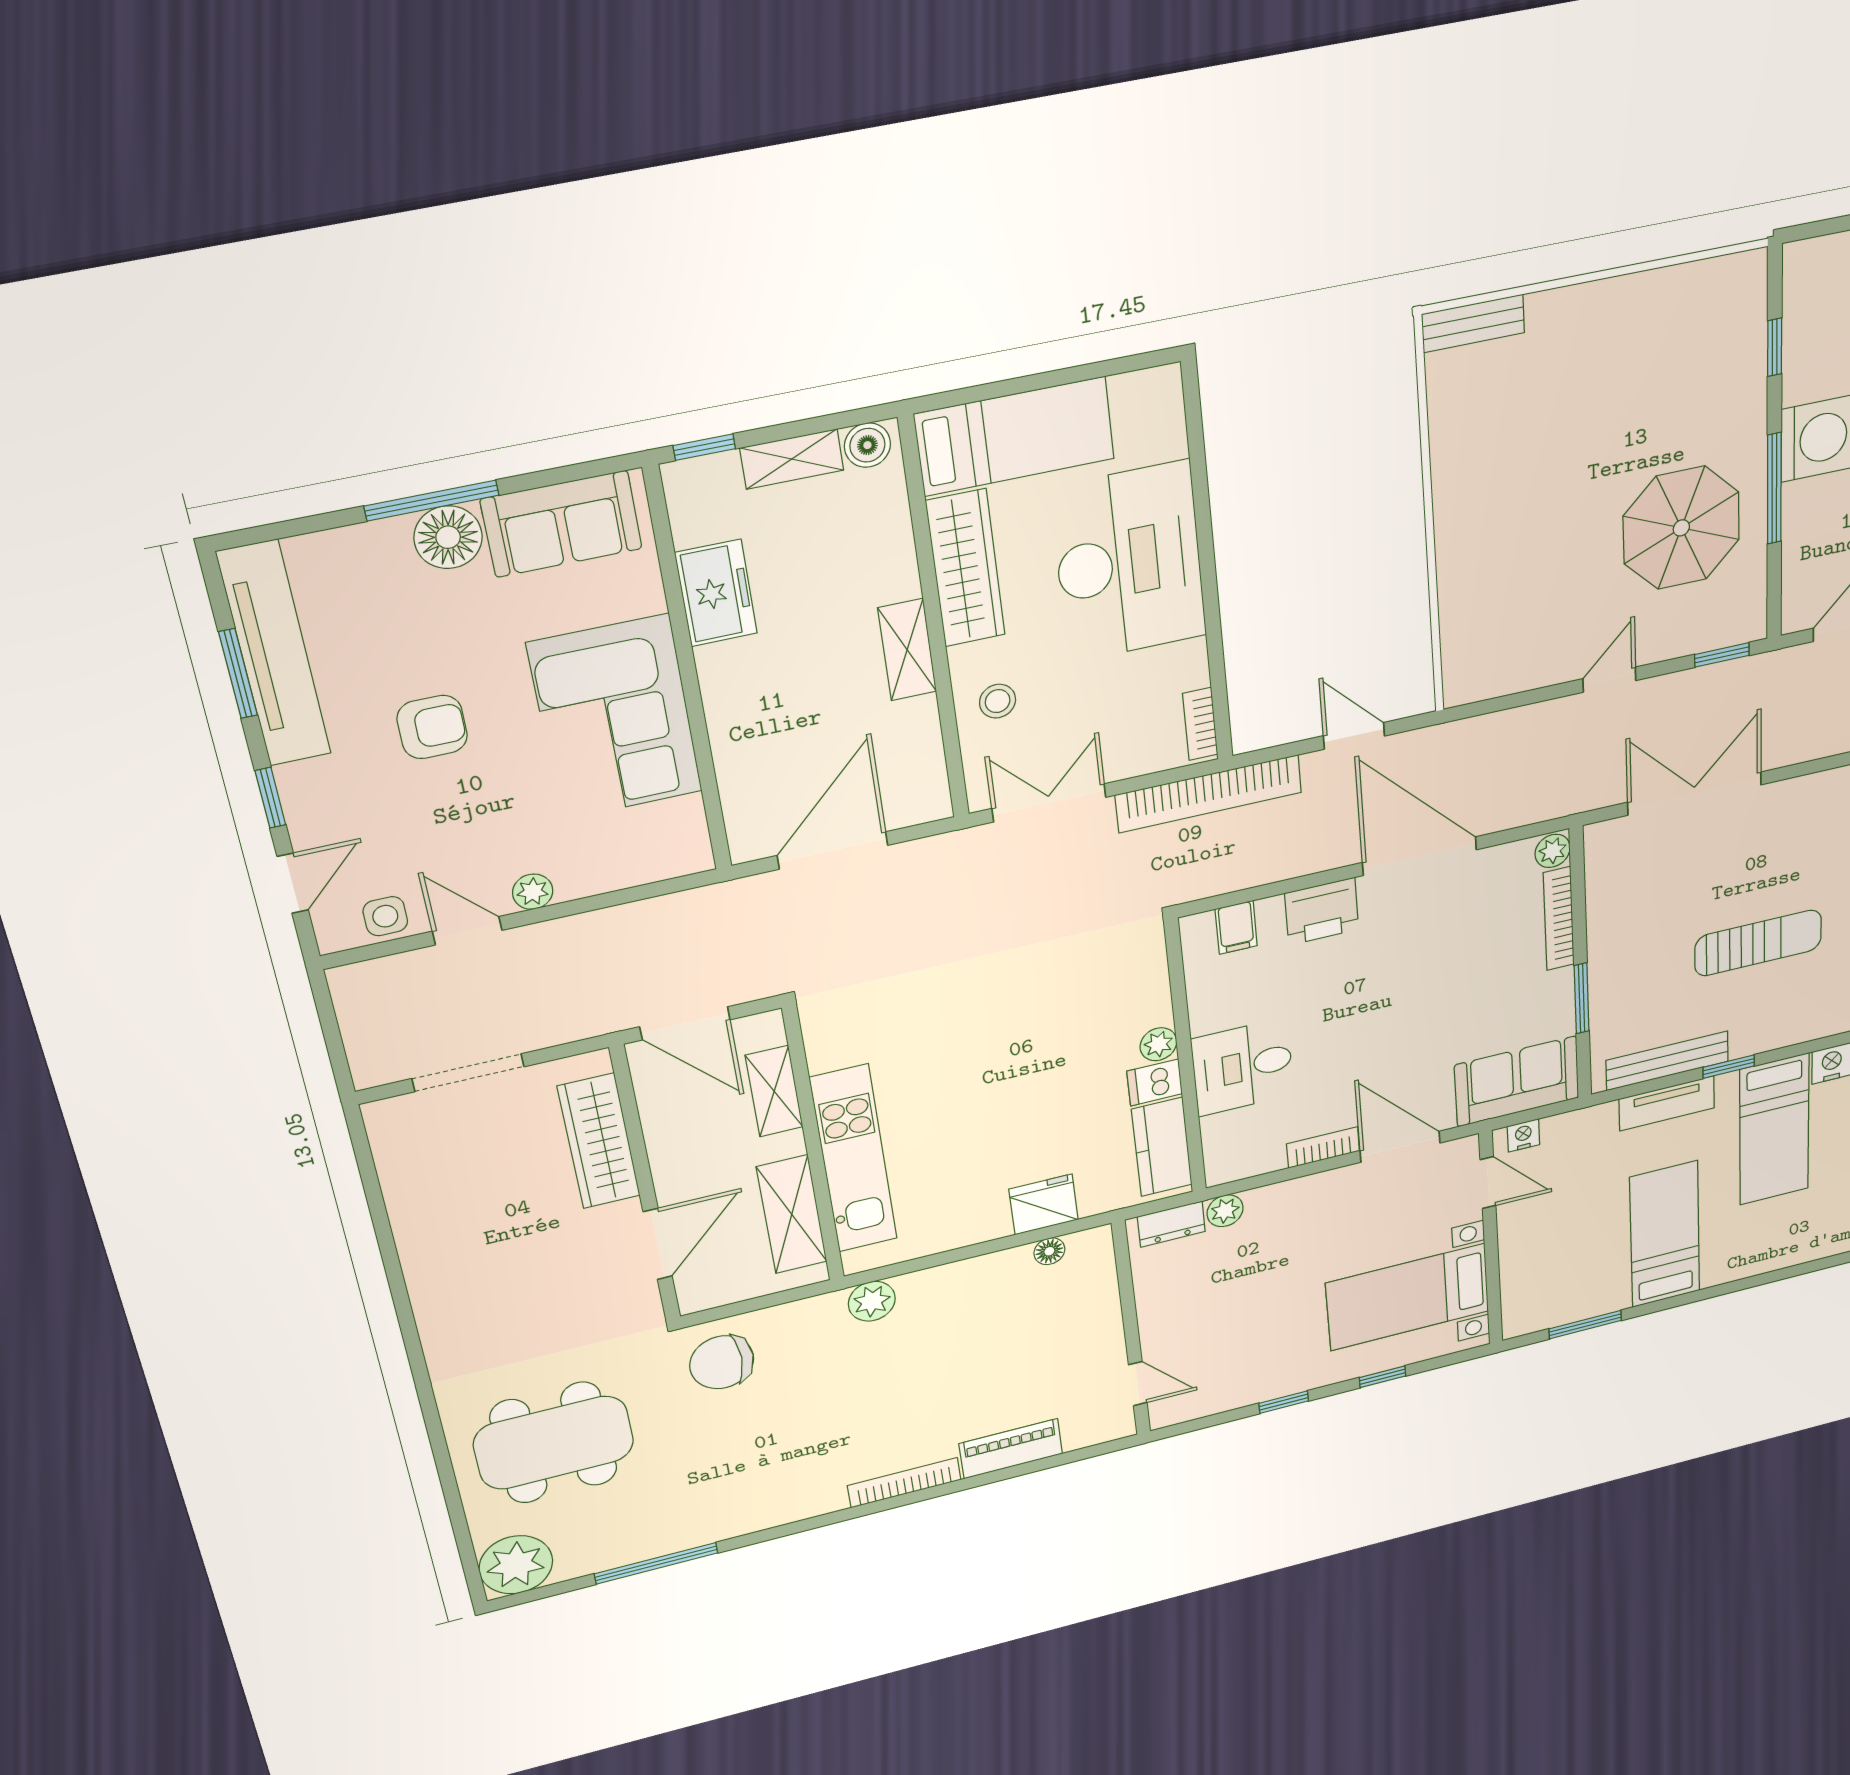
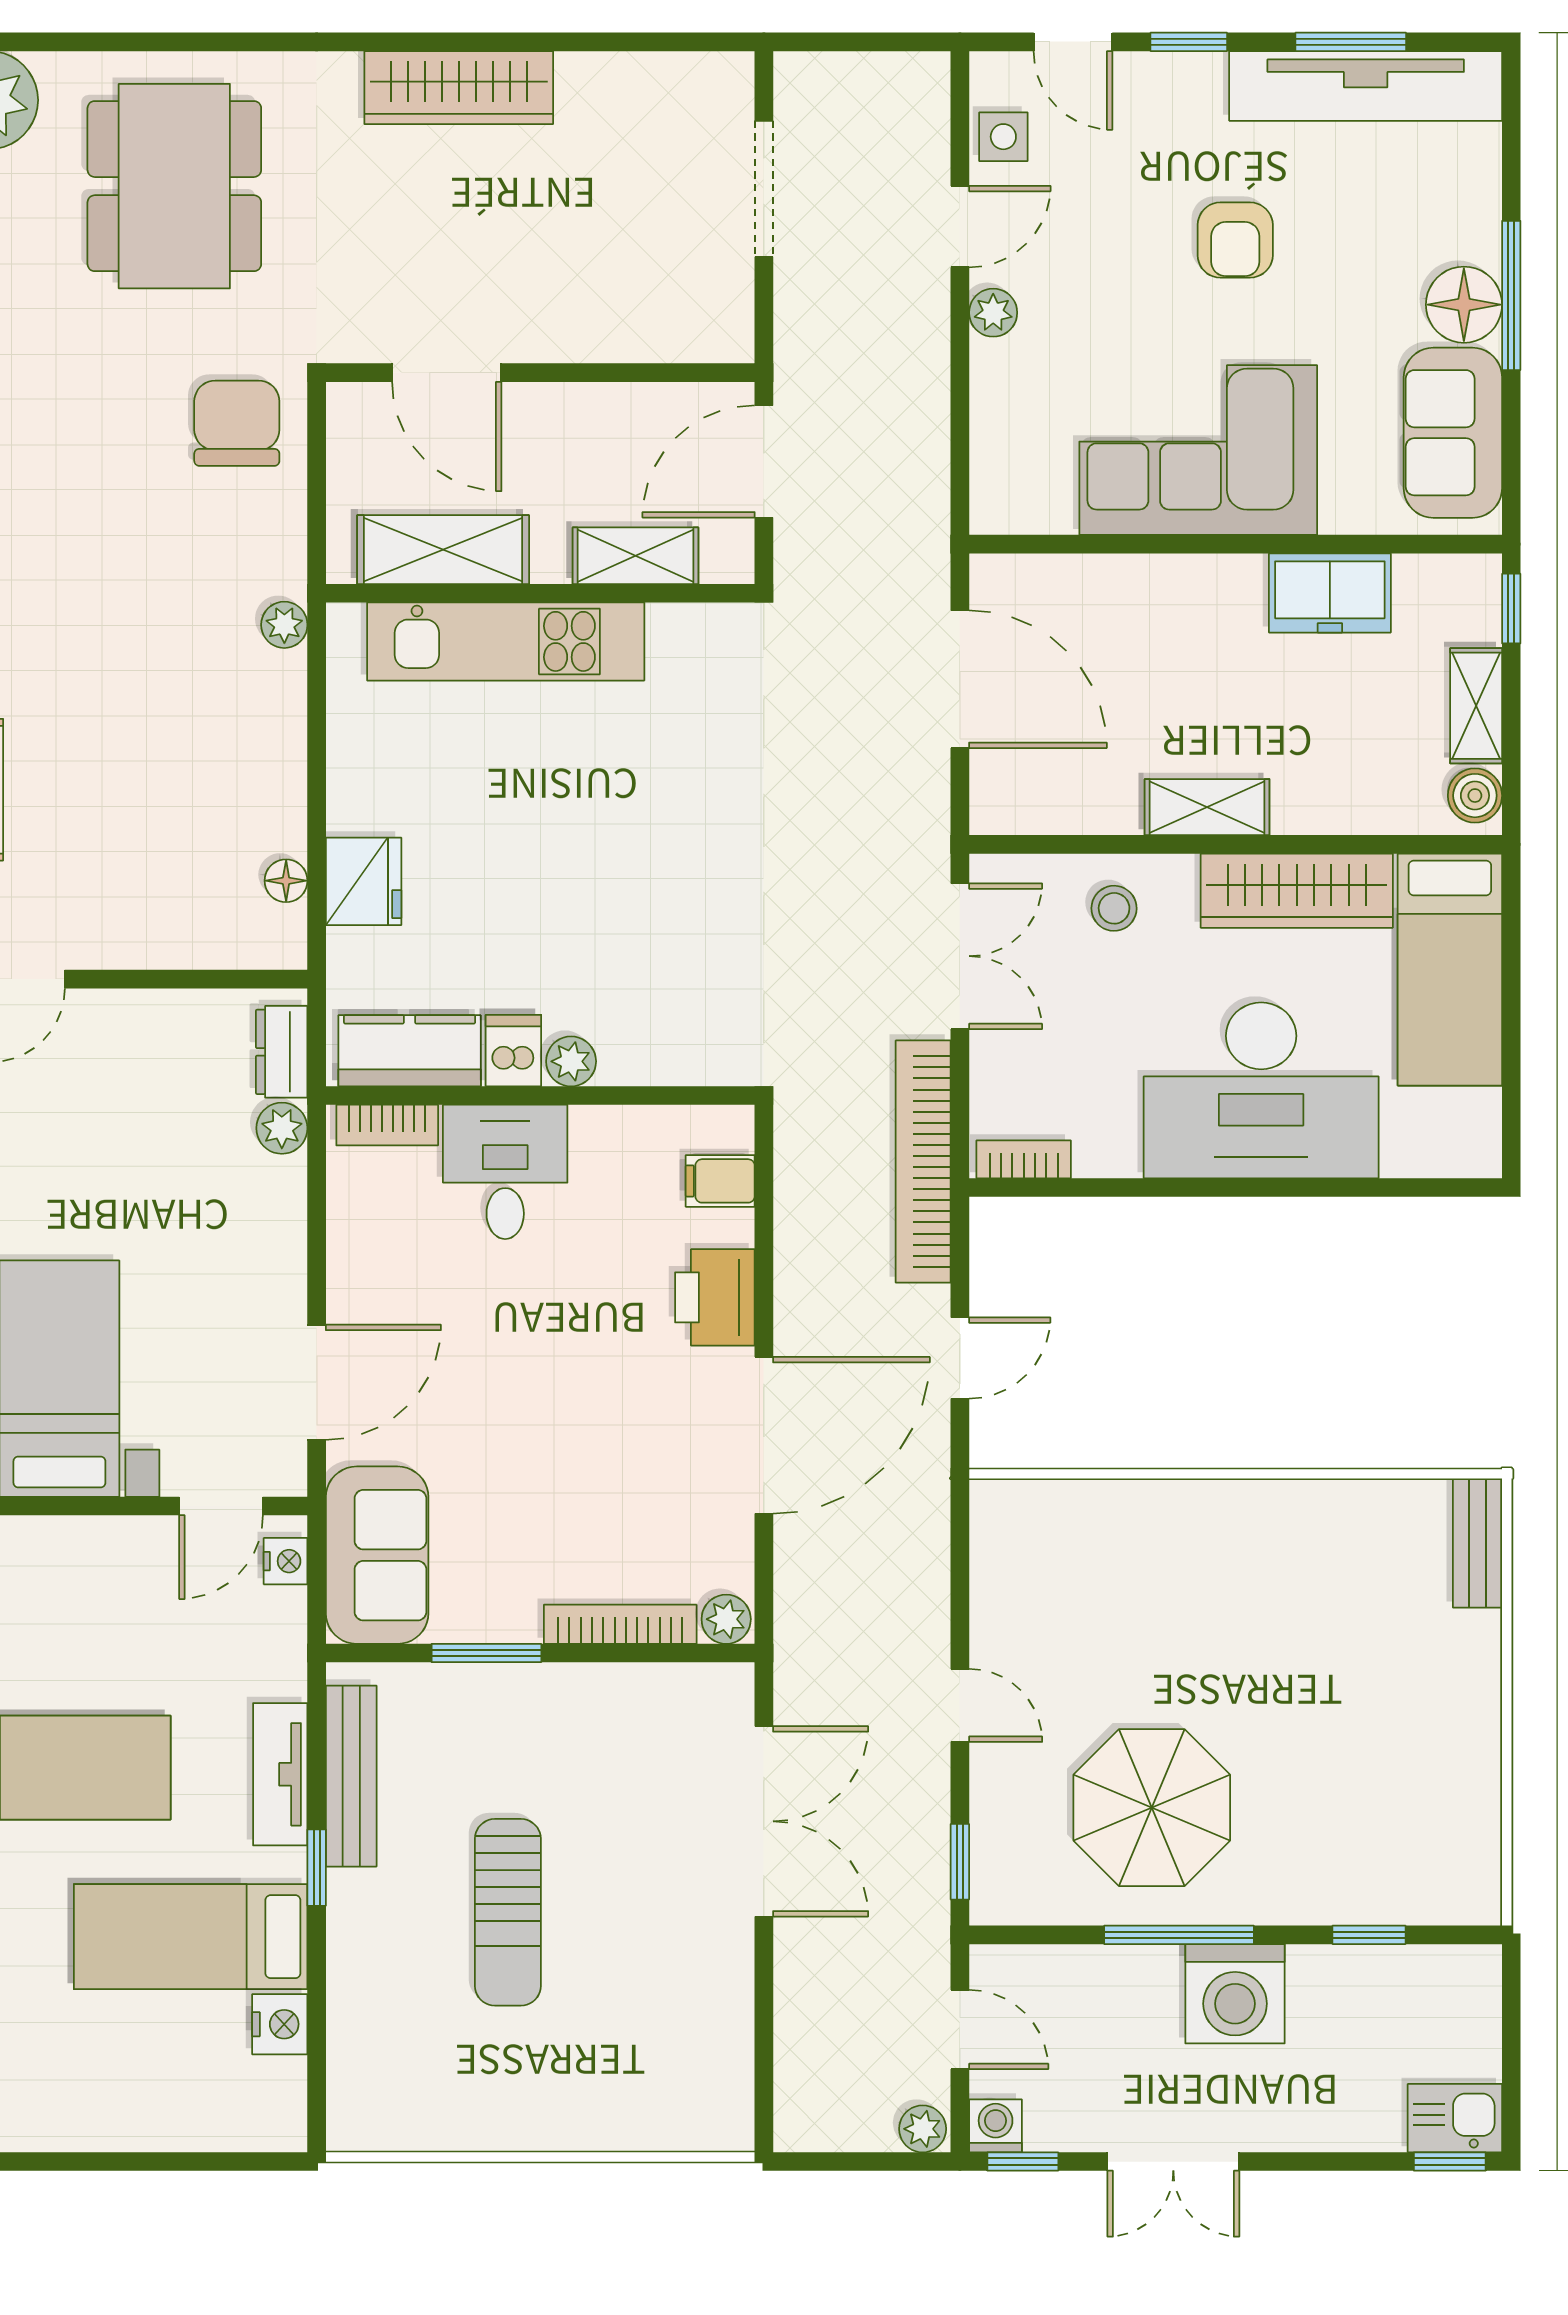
wardrobe: (599, 1141) -> (459, 88), moved, turned 180
bookcase: (1323, 1147) -> (387, 1125), moved, turned 90
plant: (872, 1301) -> (284, 625), width x0.73, depth x0.73

